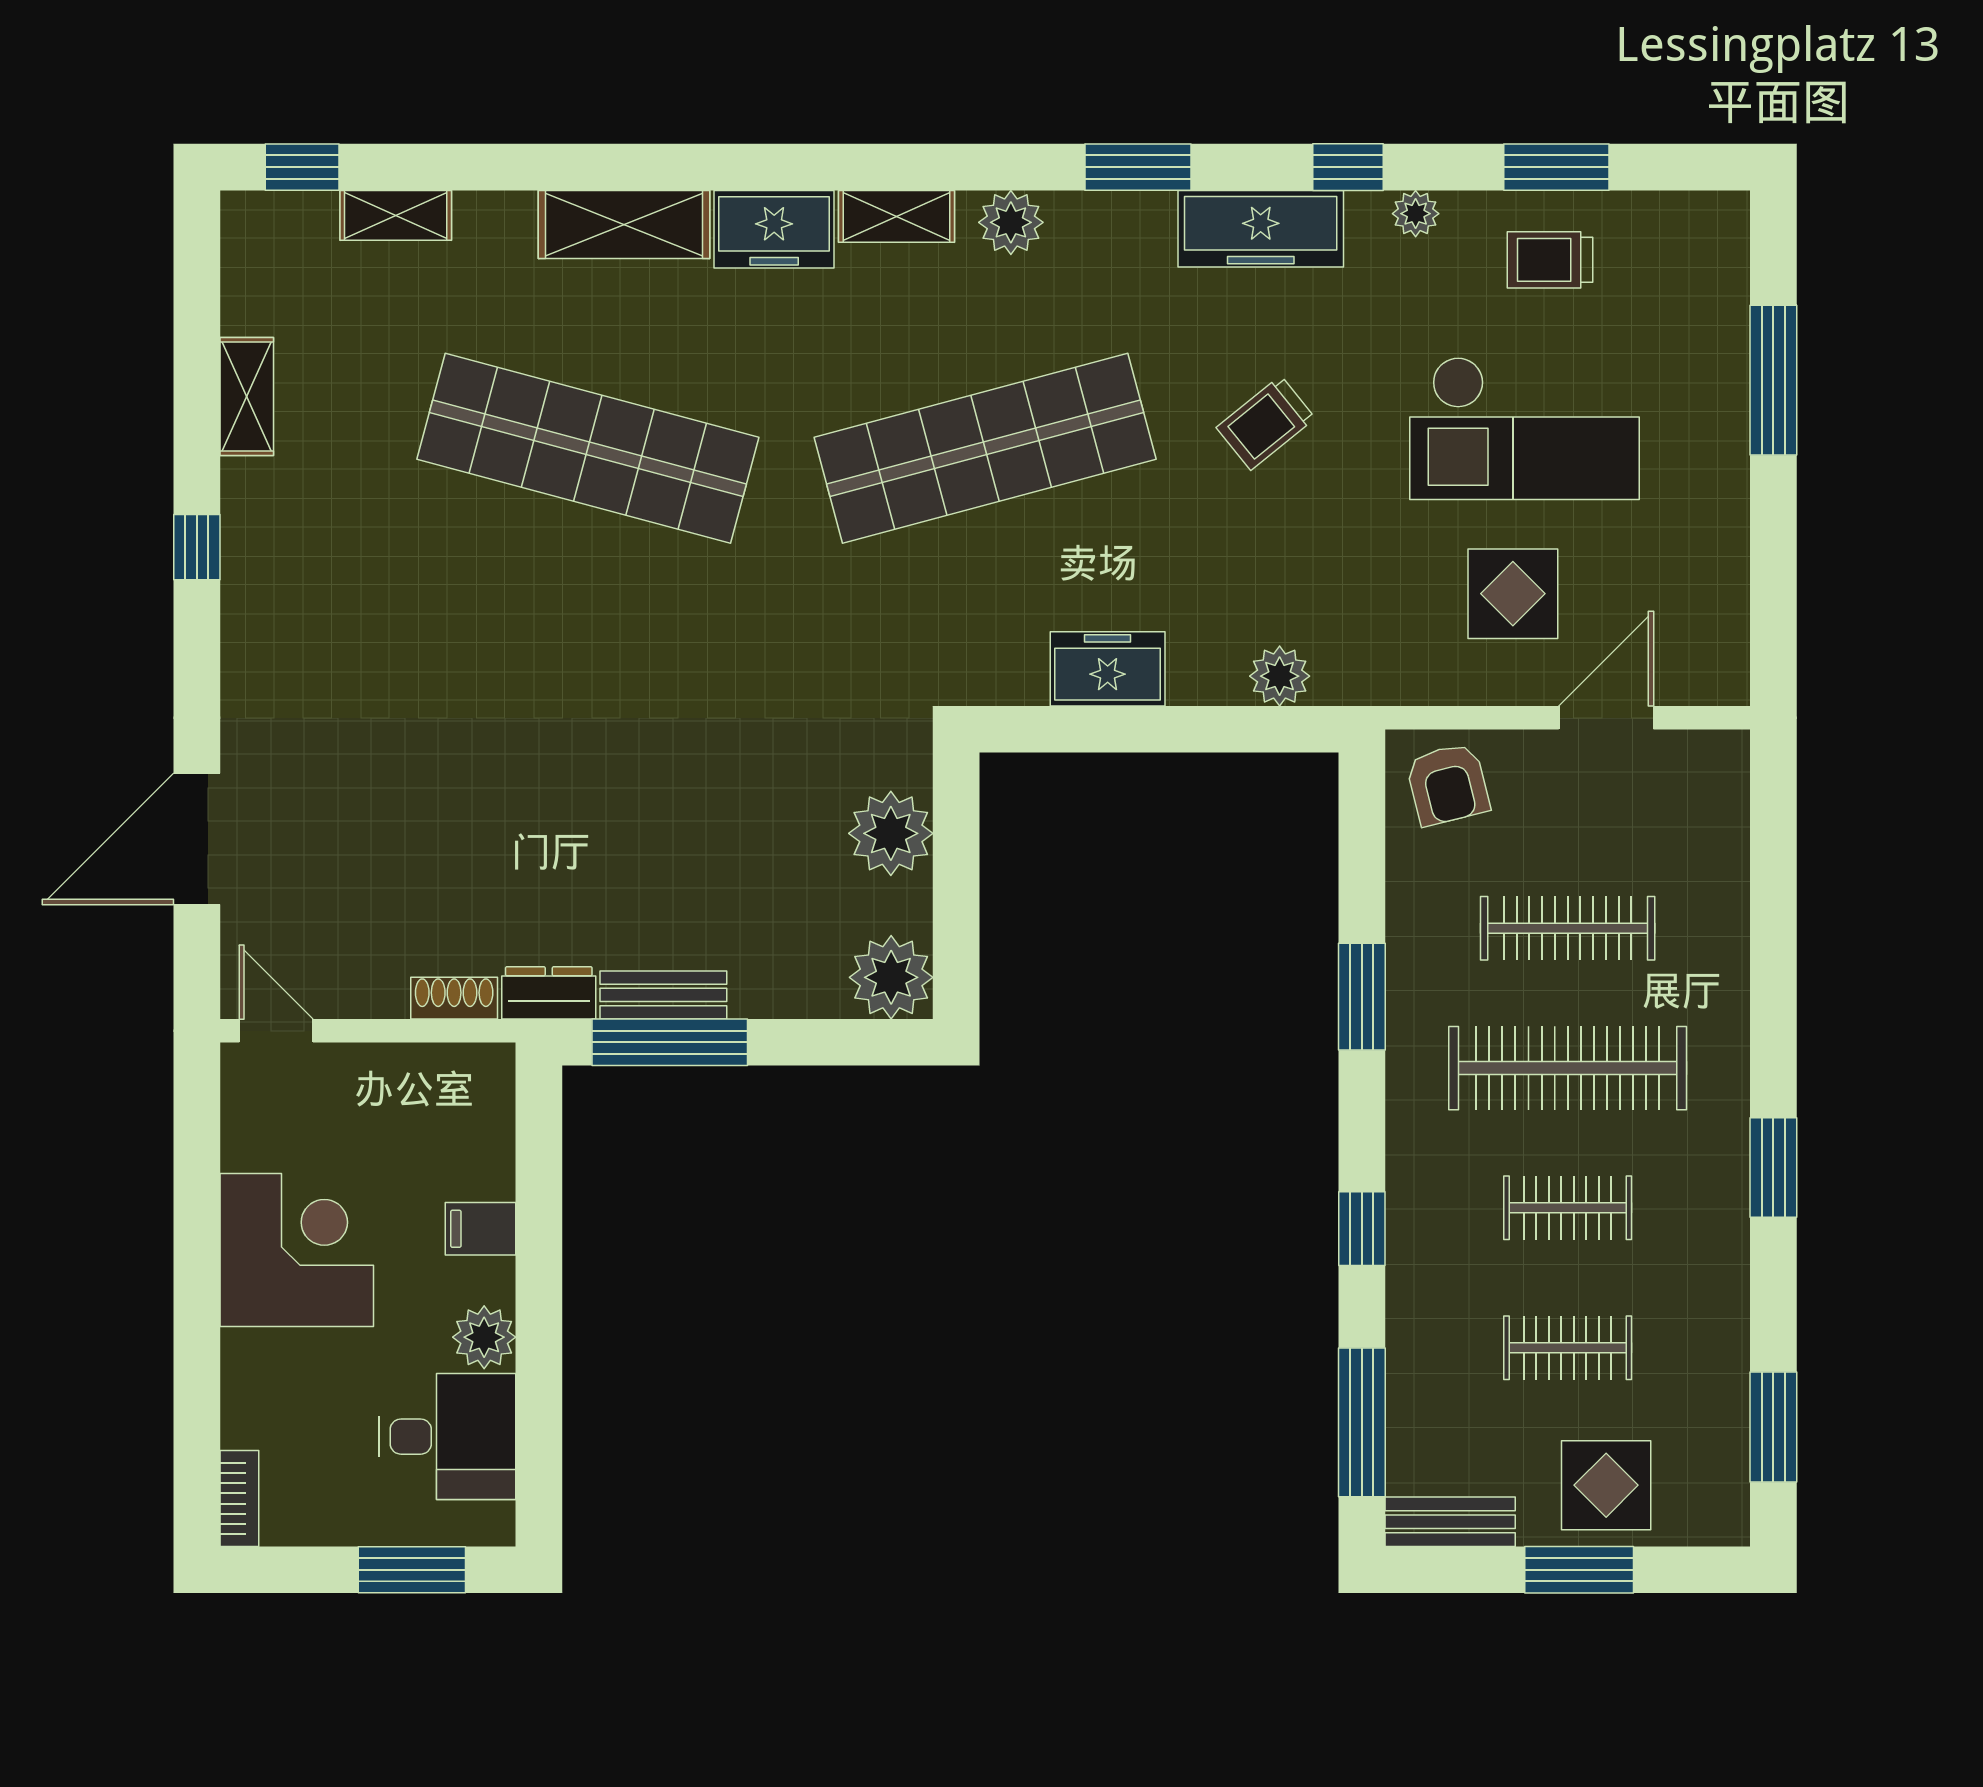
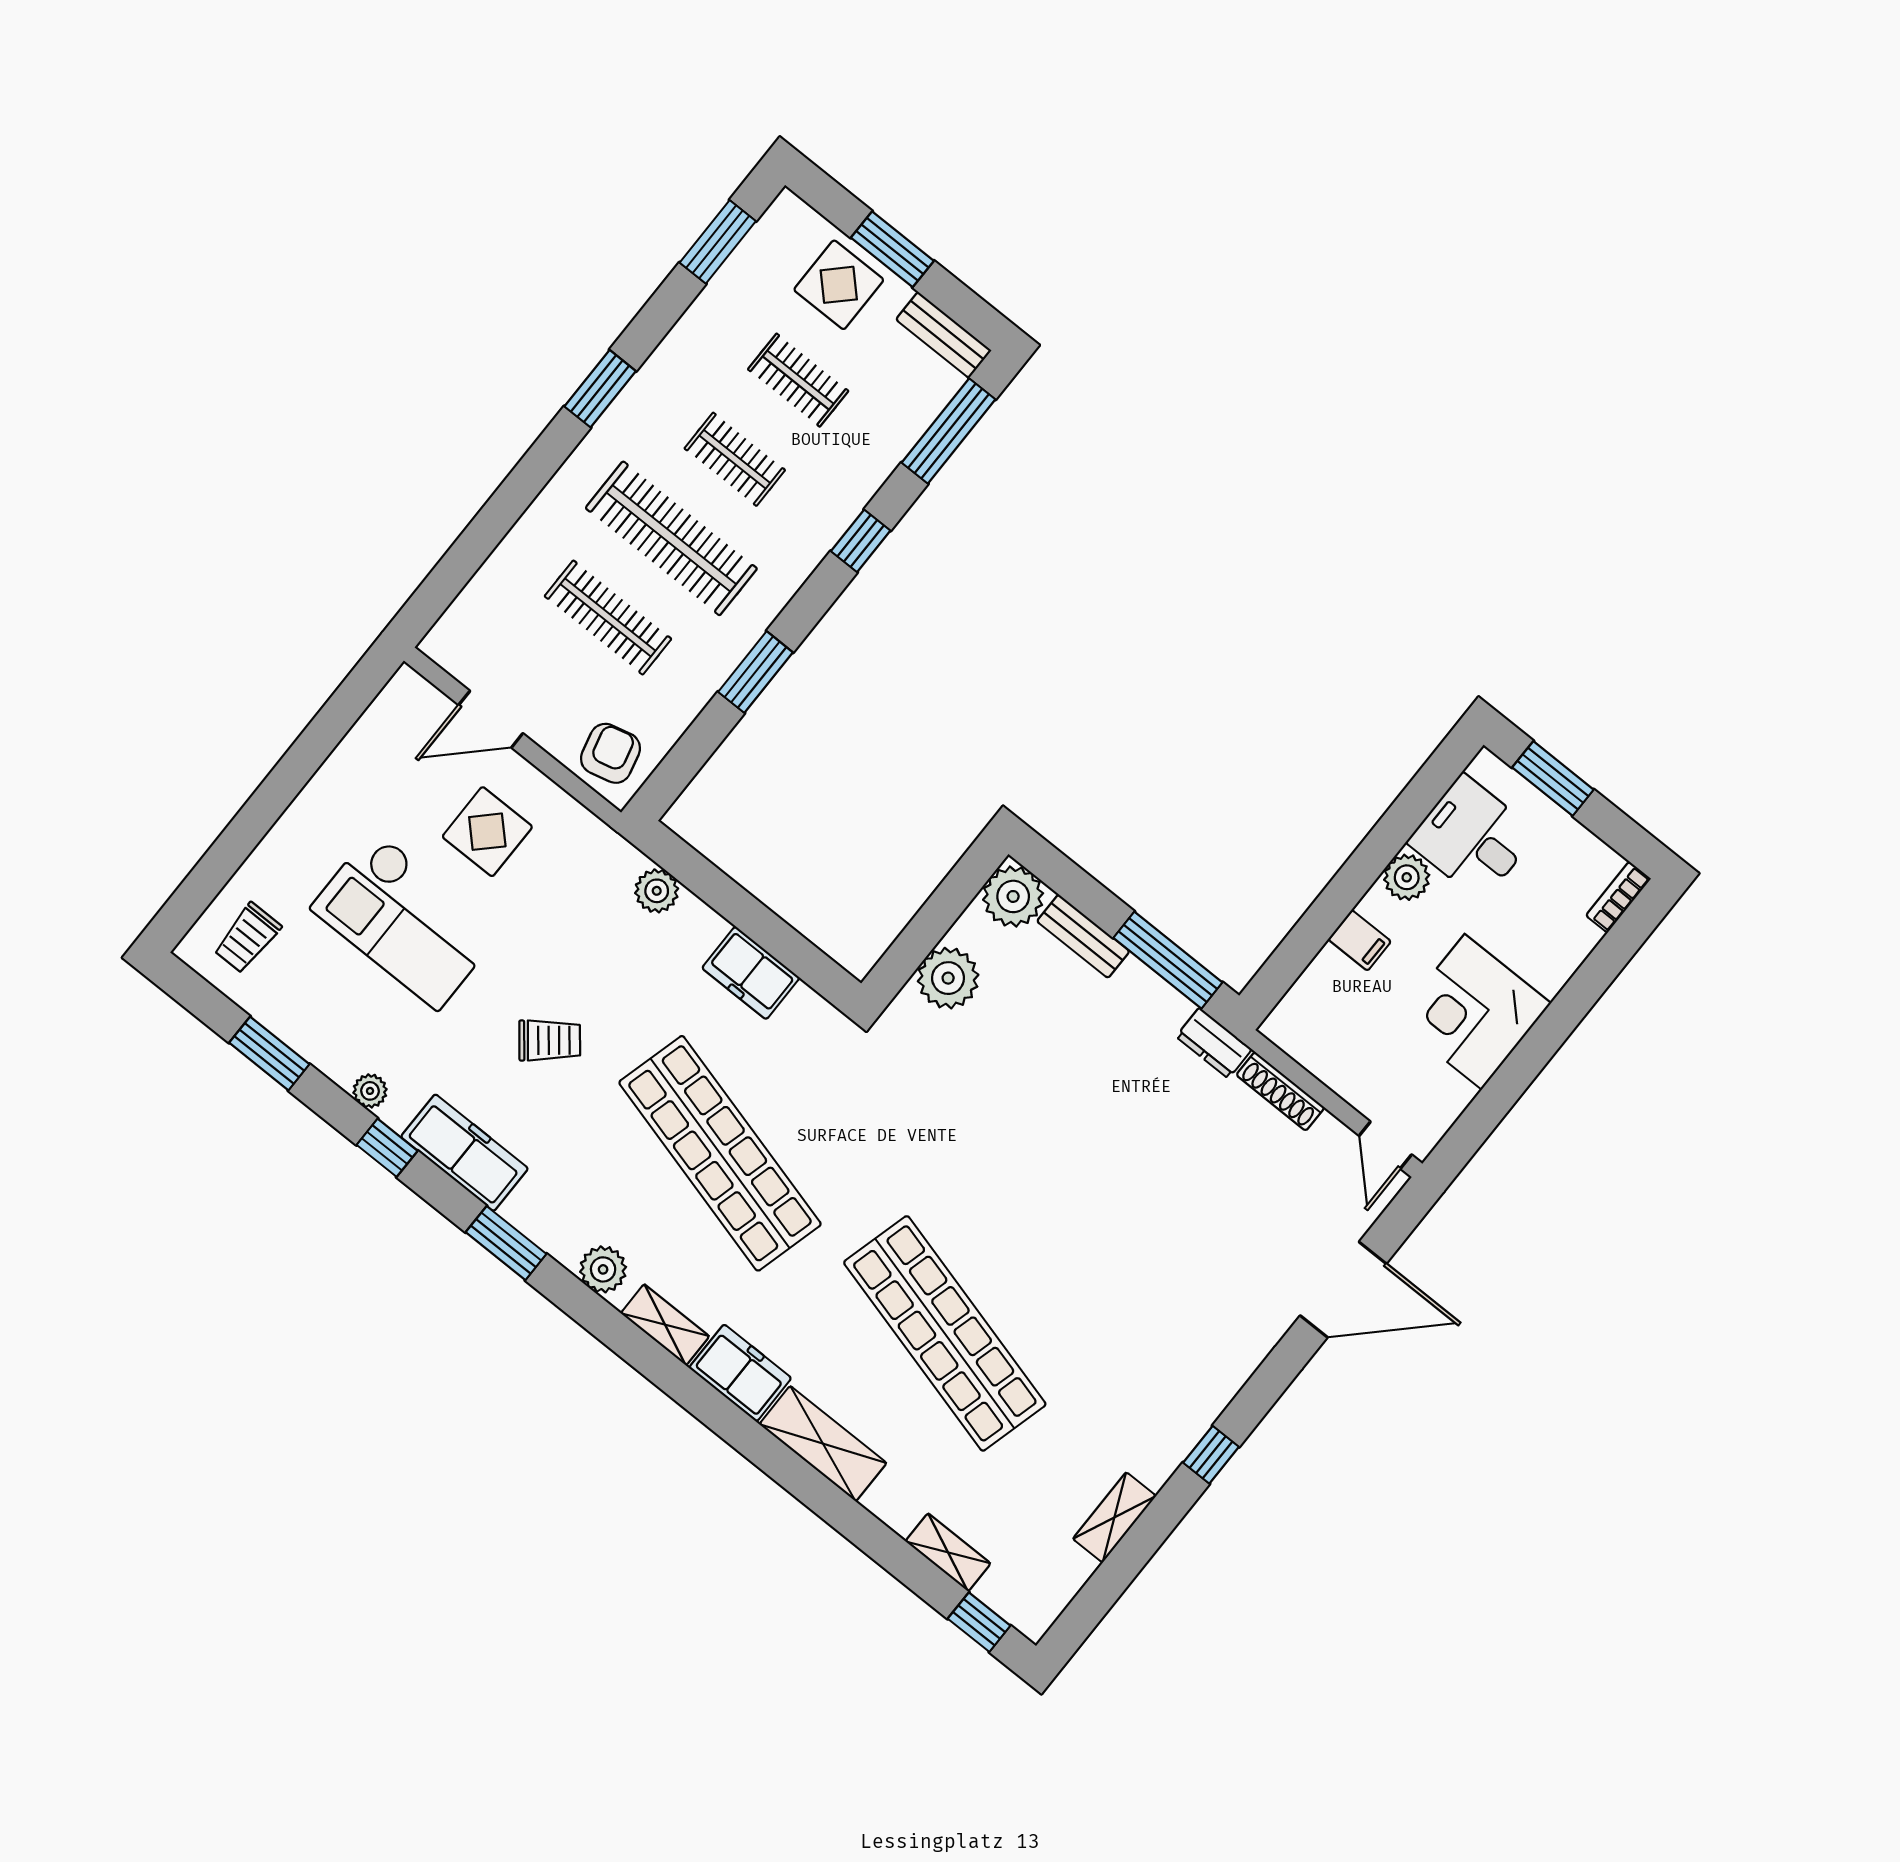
trolley: (1550, 260) -> (247, 938), moved, turned 90
window: (1773, 380) -> (243, 834), removed
checkout: (1525, 428) -> (406, 920), turned 180
shop shelf: (985, 448) -> (720, 1153), turned 30
bench: (663, 995) -> (1083, 936), moved
shoe rack: (454, 998) -> (1280, 1091), width x1.43

